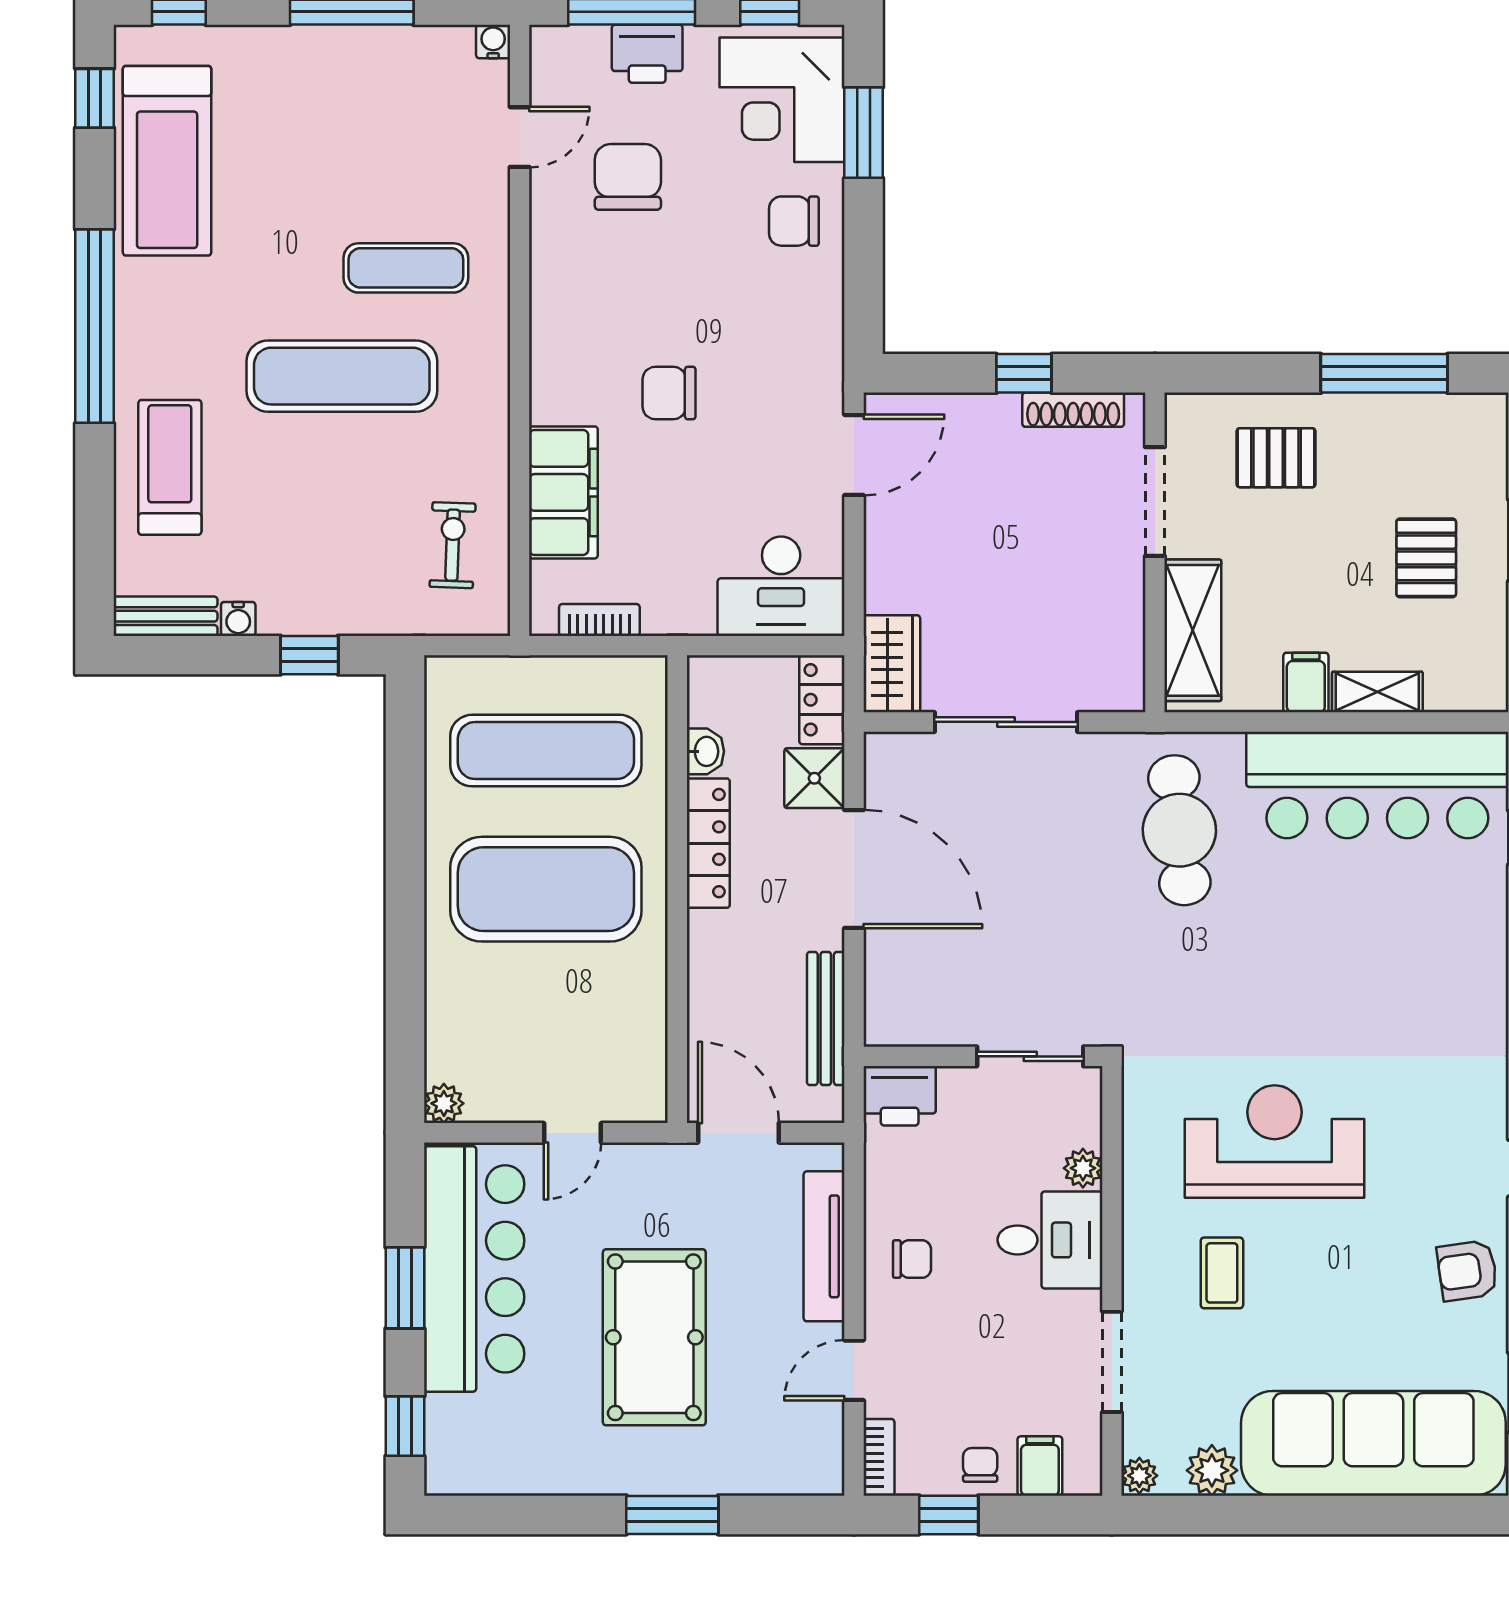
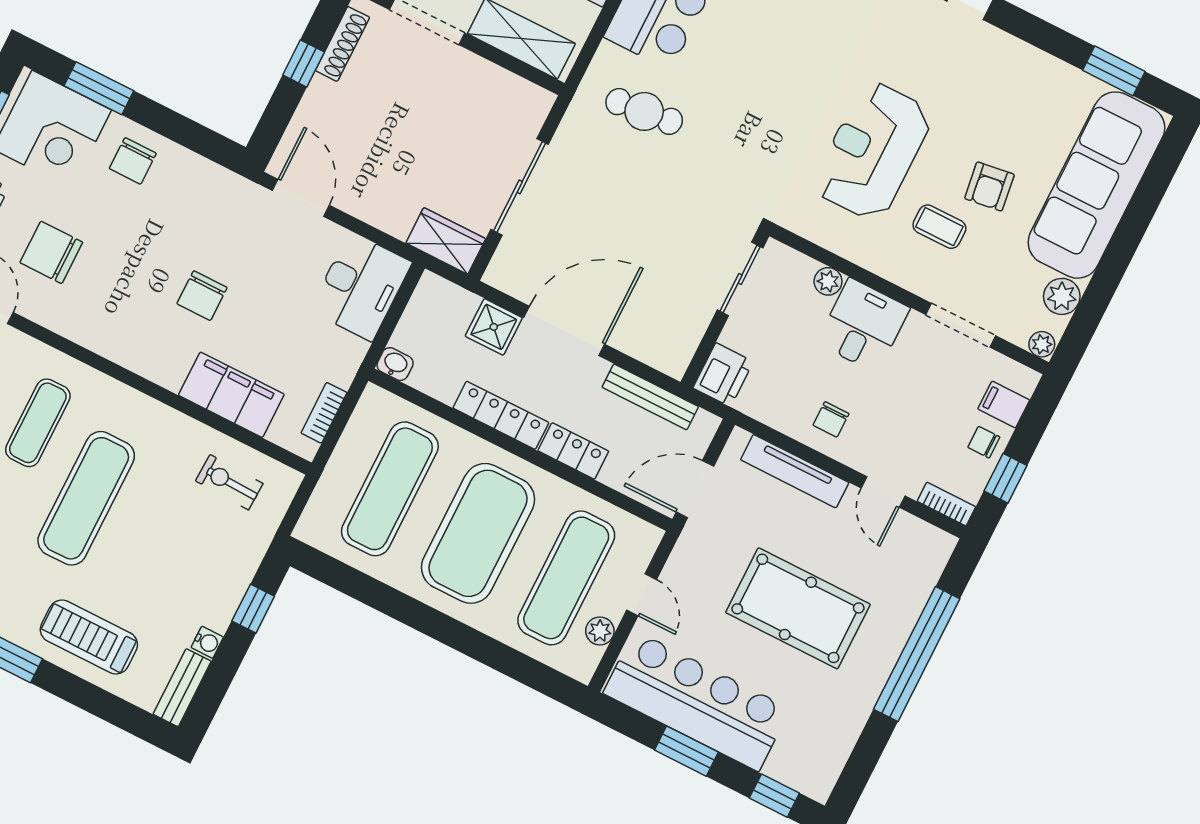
locker: (822, 700) -> (573, 451), moved, turned 180
washbasin: (705, 751) -> (395, 364), moved
cafe table: (1179, 830) -> (644, 111), width x0.73, depth x0.74
exercise mat: (546, 1028) -> (566, 578), added
plant: (444, 1103) -> (600, 631), moved
chair: (912, 1259) -> (831, 419), turned 180
armchair: (1467, 1271) -> (989, 186), moved
window: (672, 1515) -> (917, 654), width x2.11

